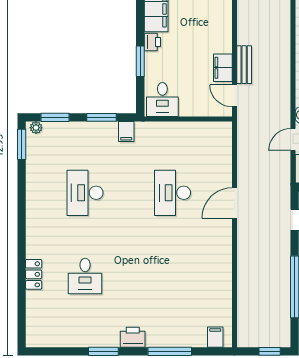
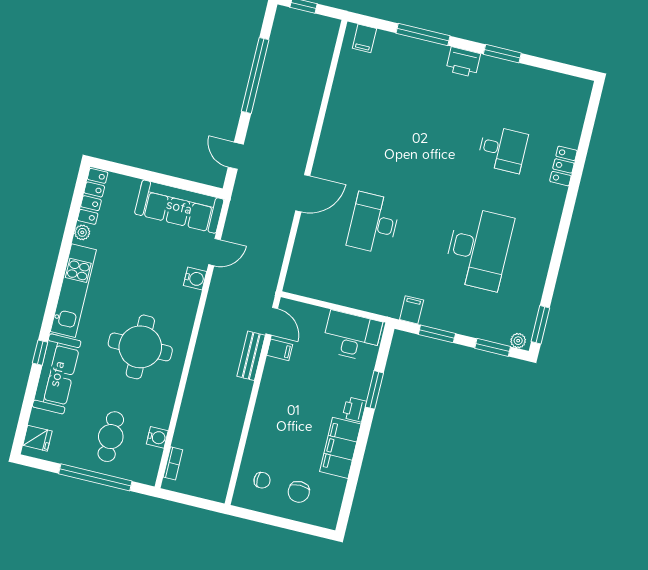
filing cabinet: (223, 68) -> (280, 350), width x0.50
desk: (162, 100) -> (352, 336), width x1.37
desk: (85, 193) -> (478, 249), width x1.36, depth x1.30
desk: (173, 193) -> (374, 223), turned 180
desk: (85, 276) -> (502, 149), turned 90

